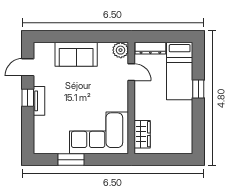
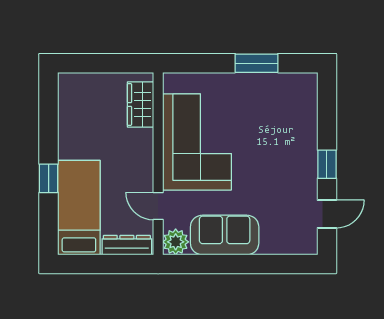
sofa: (76, 54) -> (225, 235), moved
tv unit: (39, 101) -> (309, 159), removed
corner sofa: (99, 133) -> (197, 142), moved, turned -90

